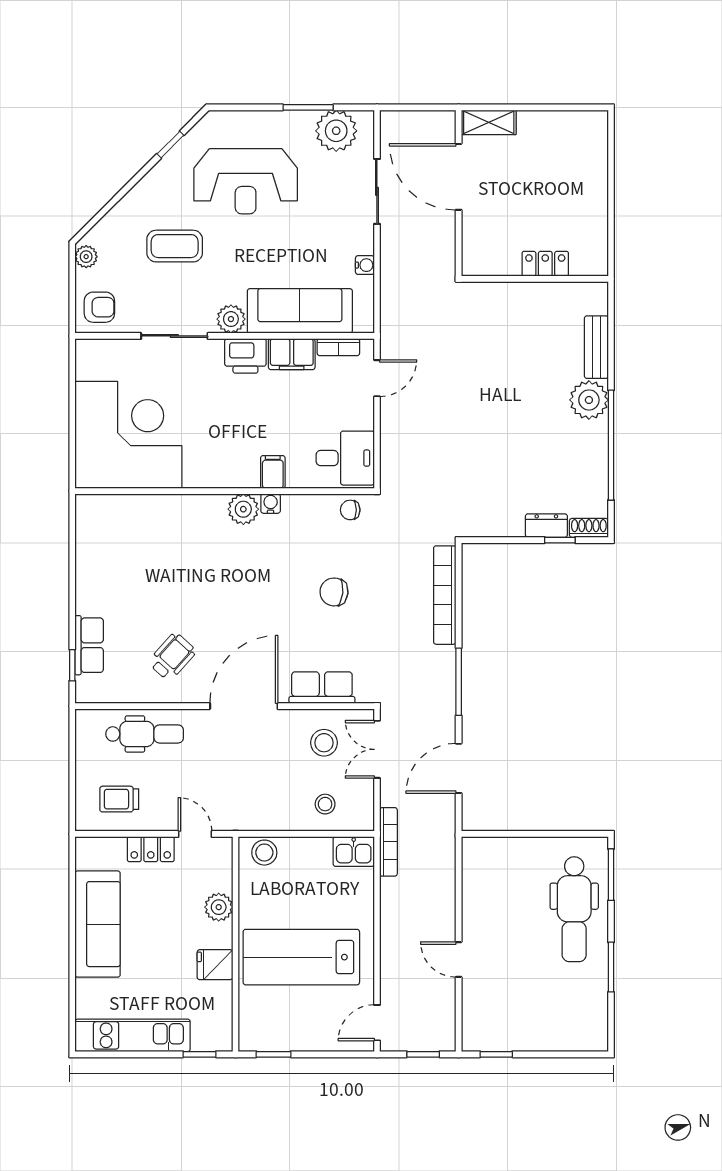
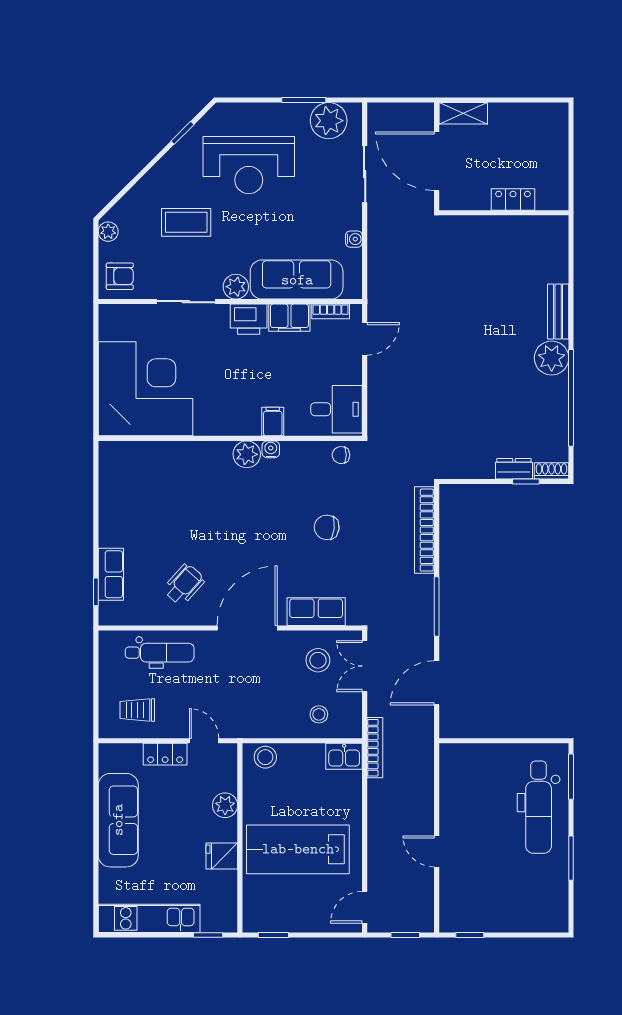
locker: (545, 264) -> (513, 199), moved
wall: (535, 279) -> (504, 213), moved

